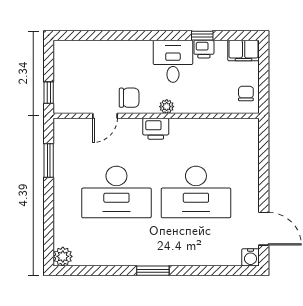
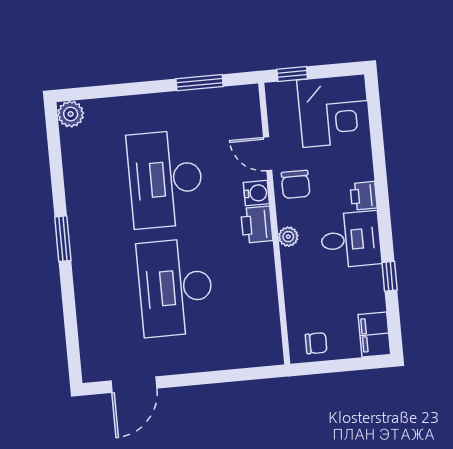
printer: (204, 49) -> (364, 196), moved
corner desk: (78, 65) -> (334, 111), added
water cooler: (251, 257) -> (256, 193), moved, turned 180

